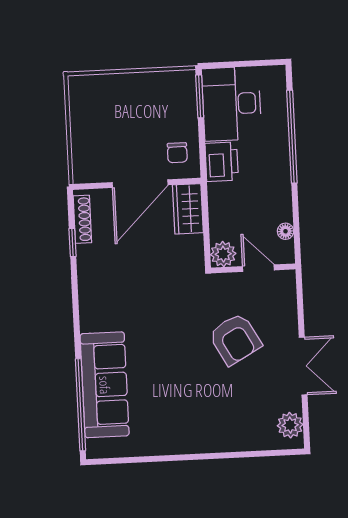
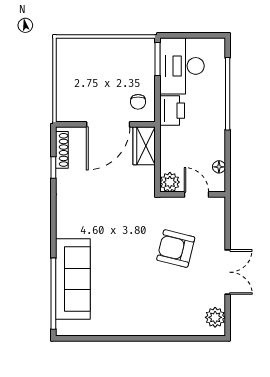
armchair: (235, 339) -> (176, 249), turned 133

